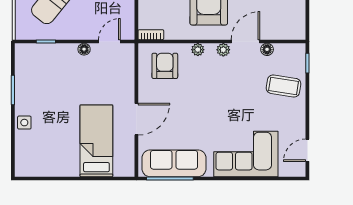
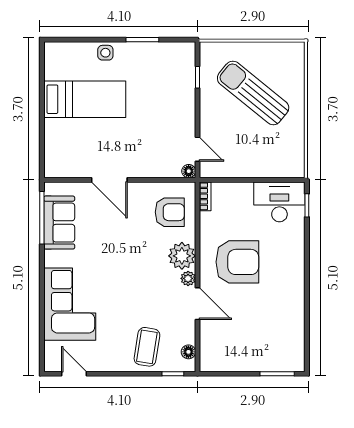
floor lamp: (84, 49) -> (189, 171), moved
floor lamp: (267, 49) -> (188, 352), moved
plant: (198, 50) -> (182, 256), width x1.87, depth x1.87
bed: (96, 141) -> (85, 99), moved
sofa: (174, 163) -> (59, 223), width x0.73

